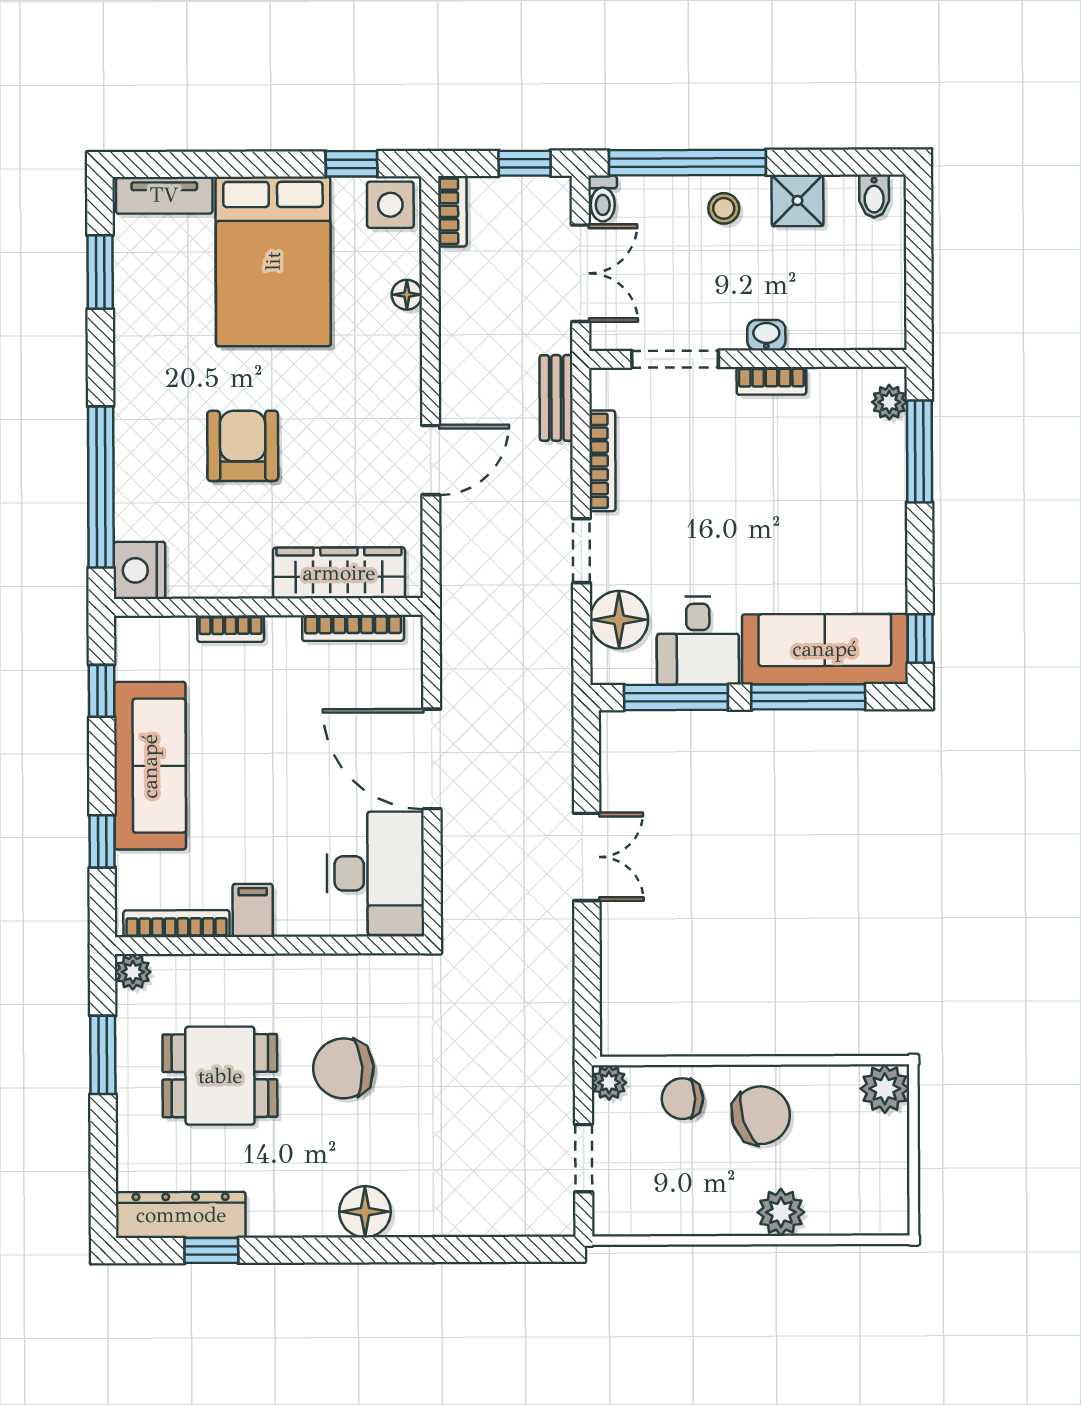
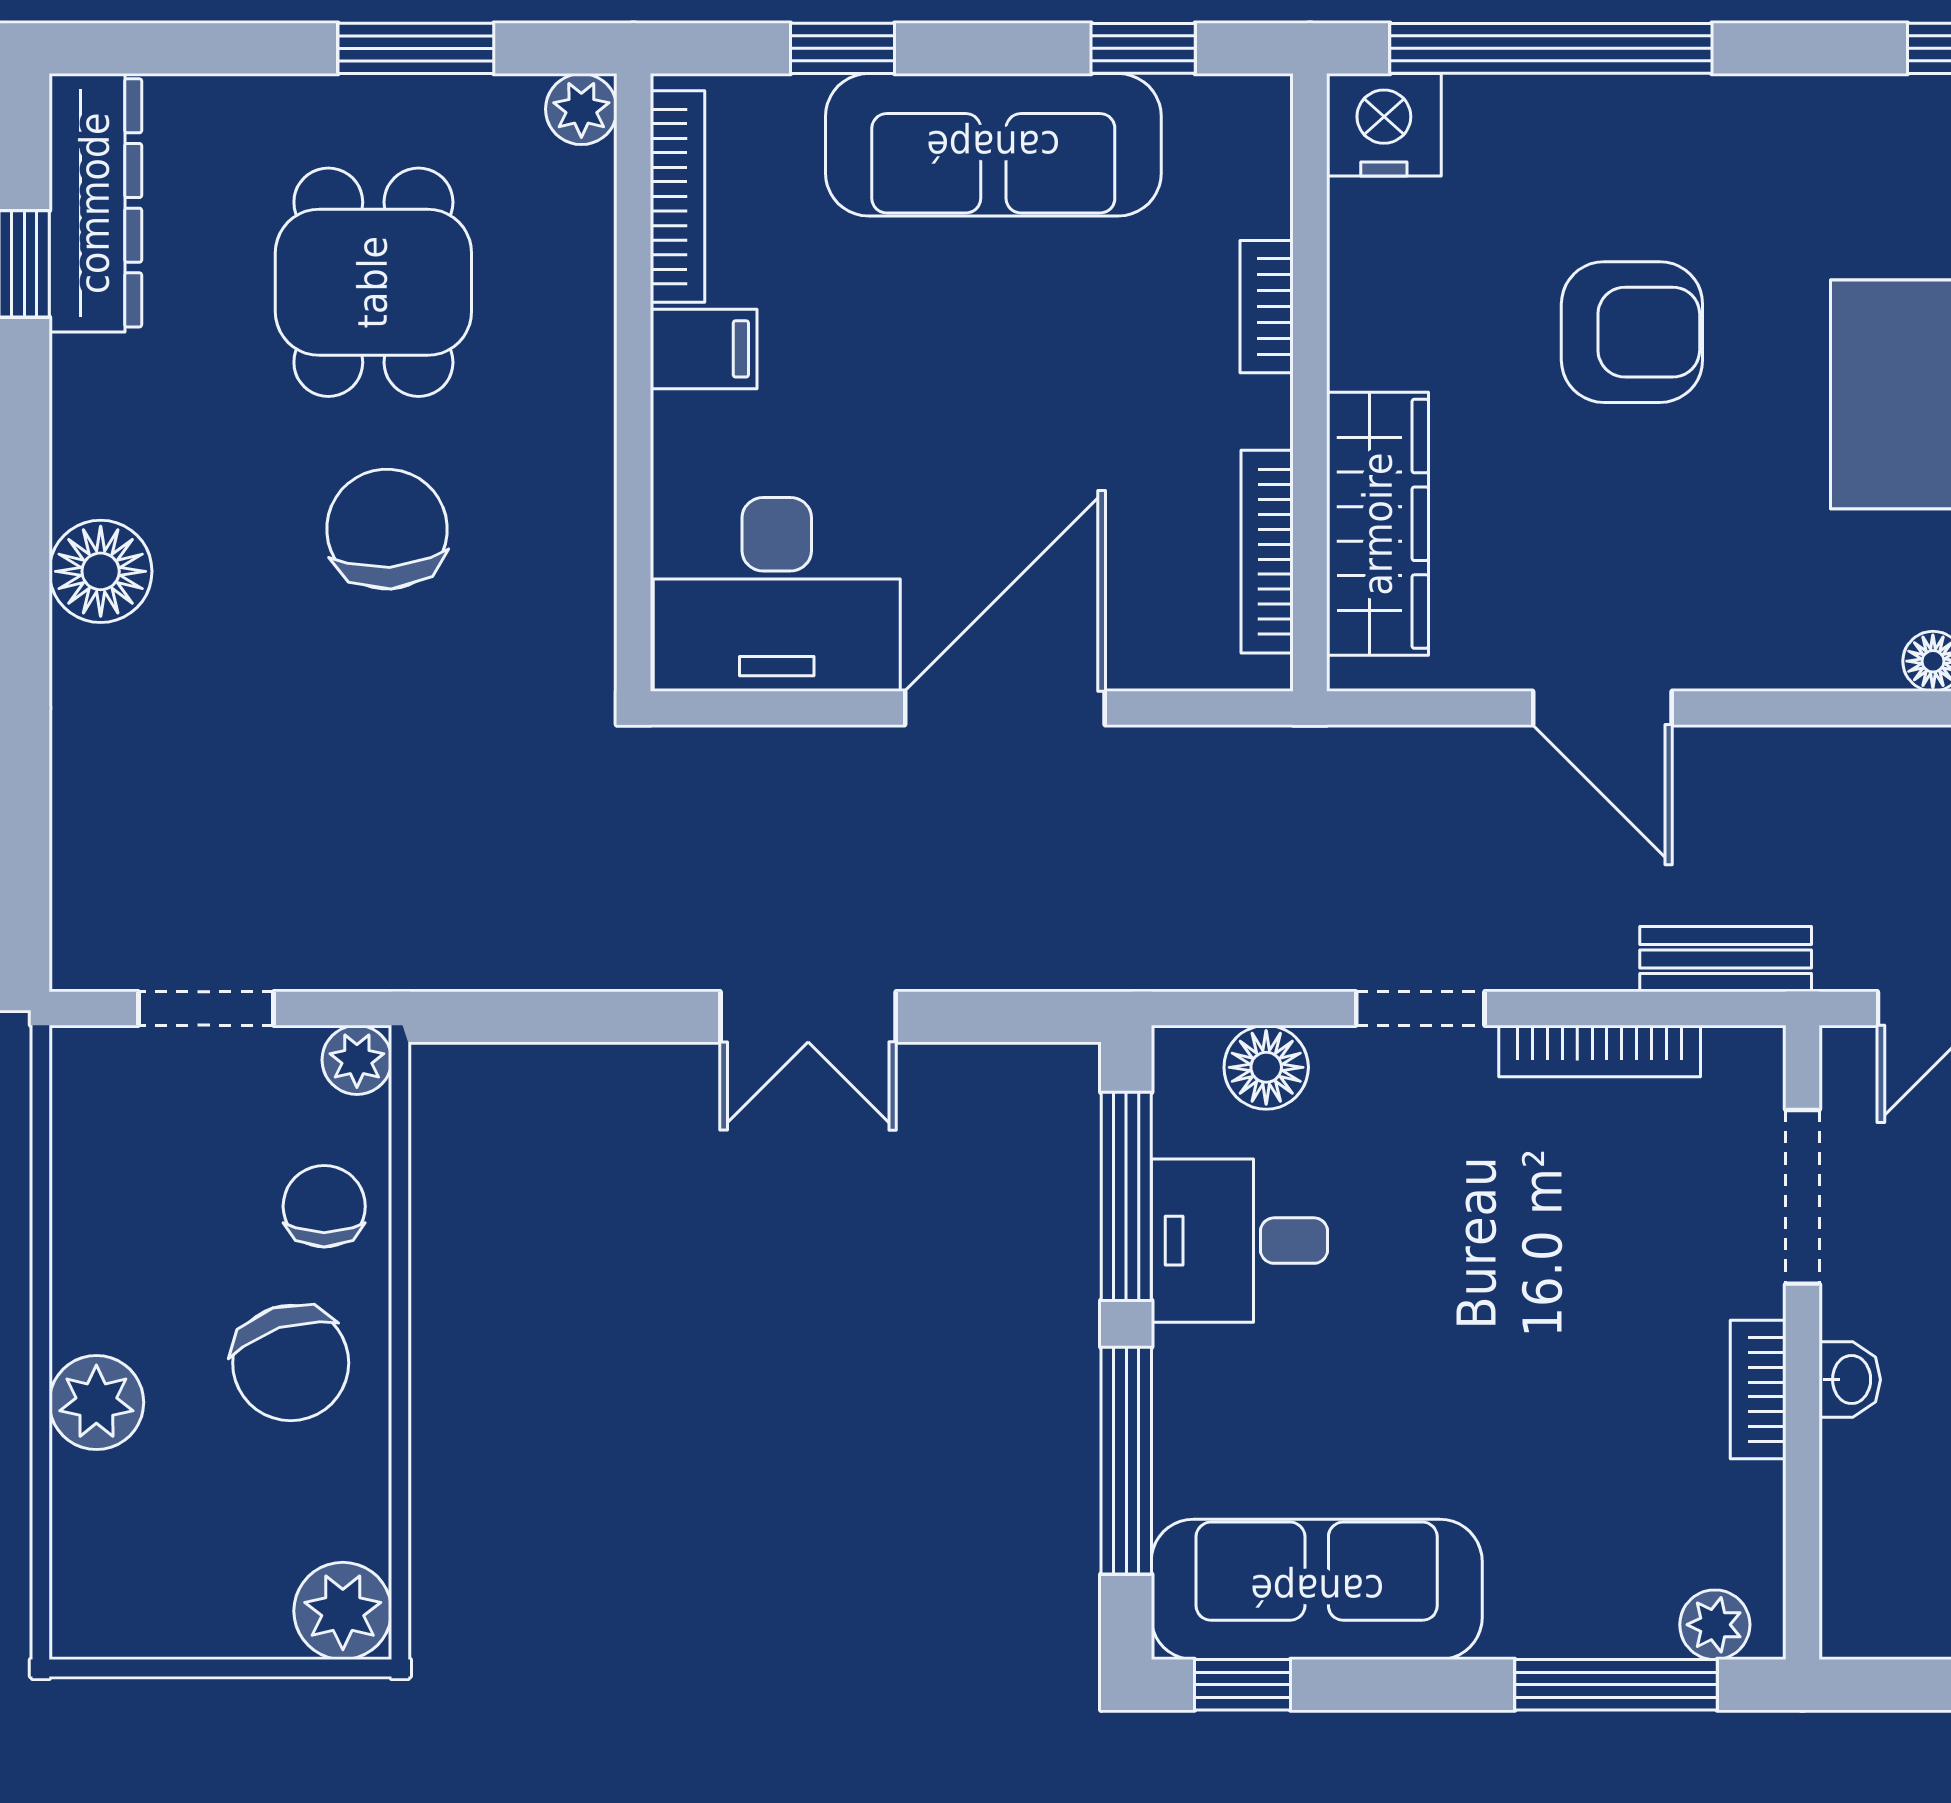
floor lamp: (619, 620) -> (1266, 1067), width x0.73, depth x0.73
sofa: (825, 649) -> (1317, 1589), moved, turned -90

